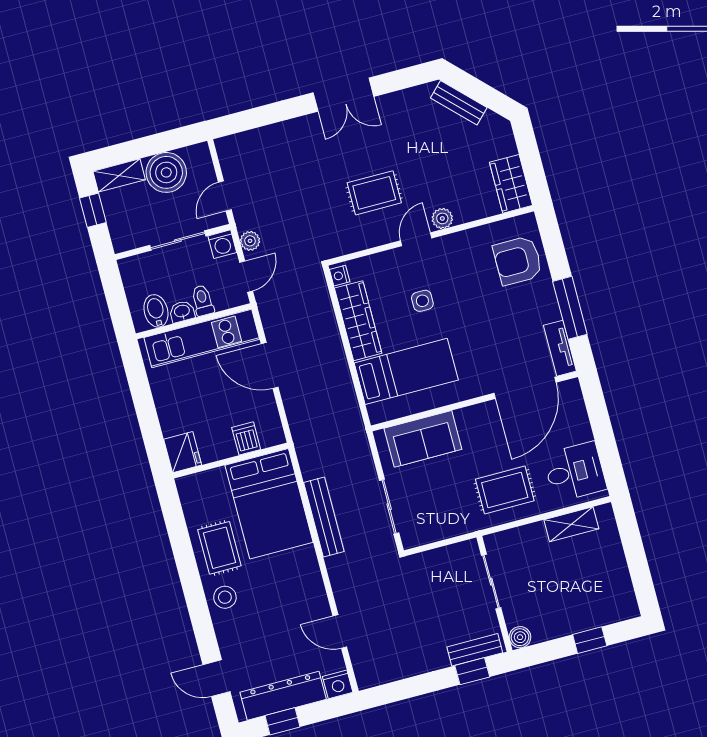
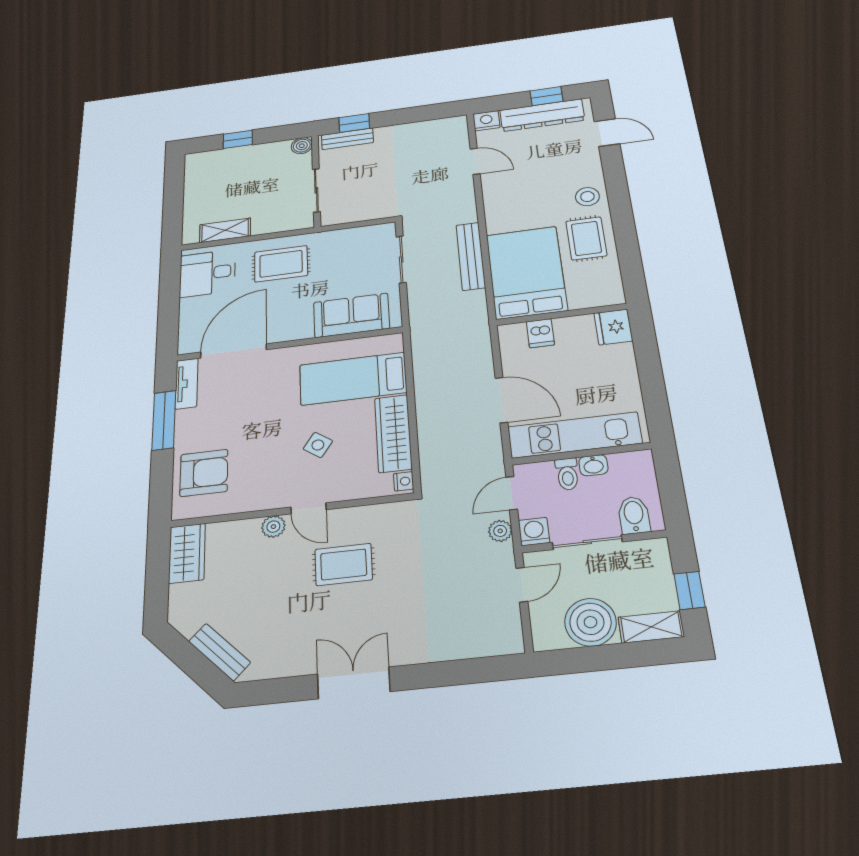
door: (416, 239) -> (308, 508), hinge flipped
side table: (422, 301) -> (318, 445), turned 35
bidet: (156, 311) -> (634, 515), moved, turned 180

